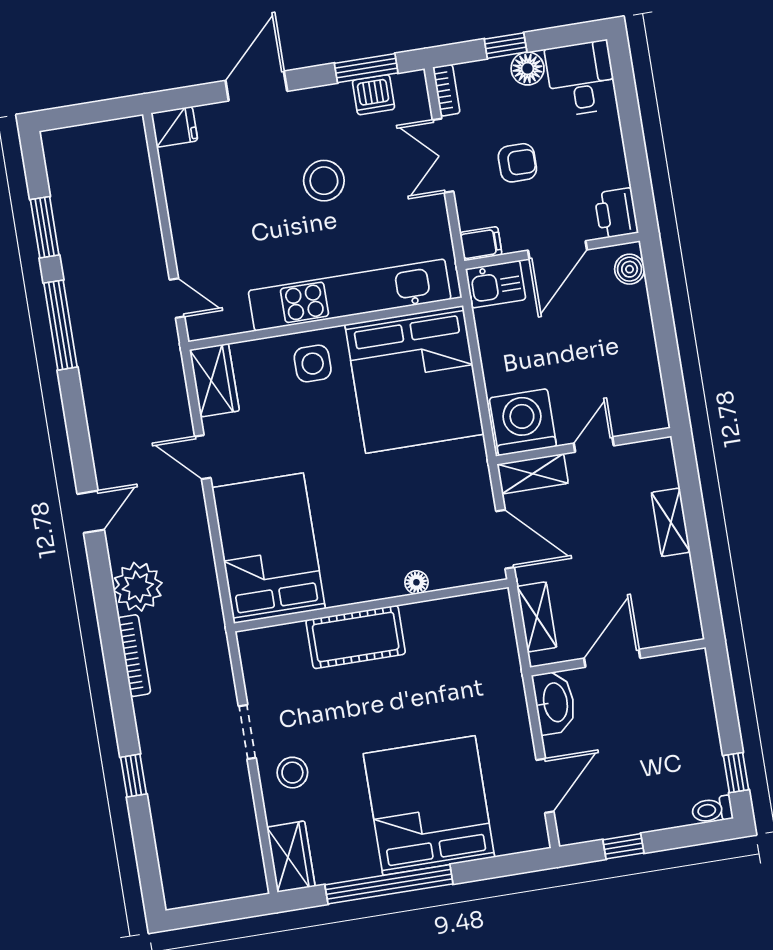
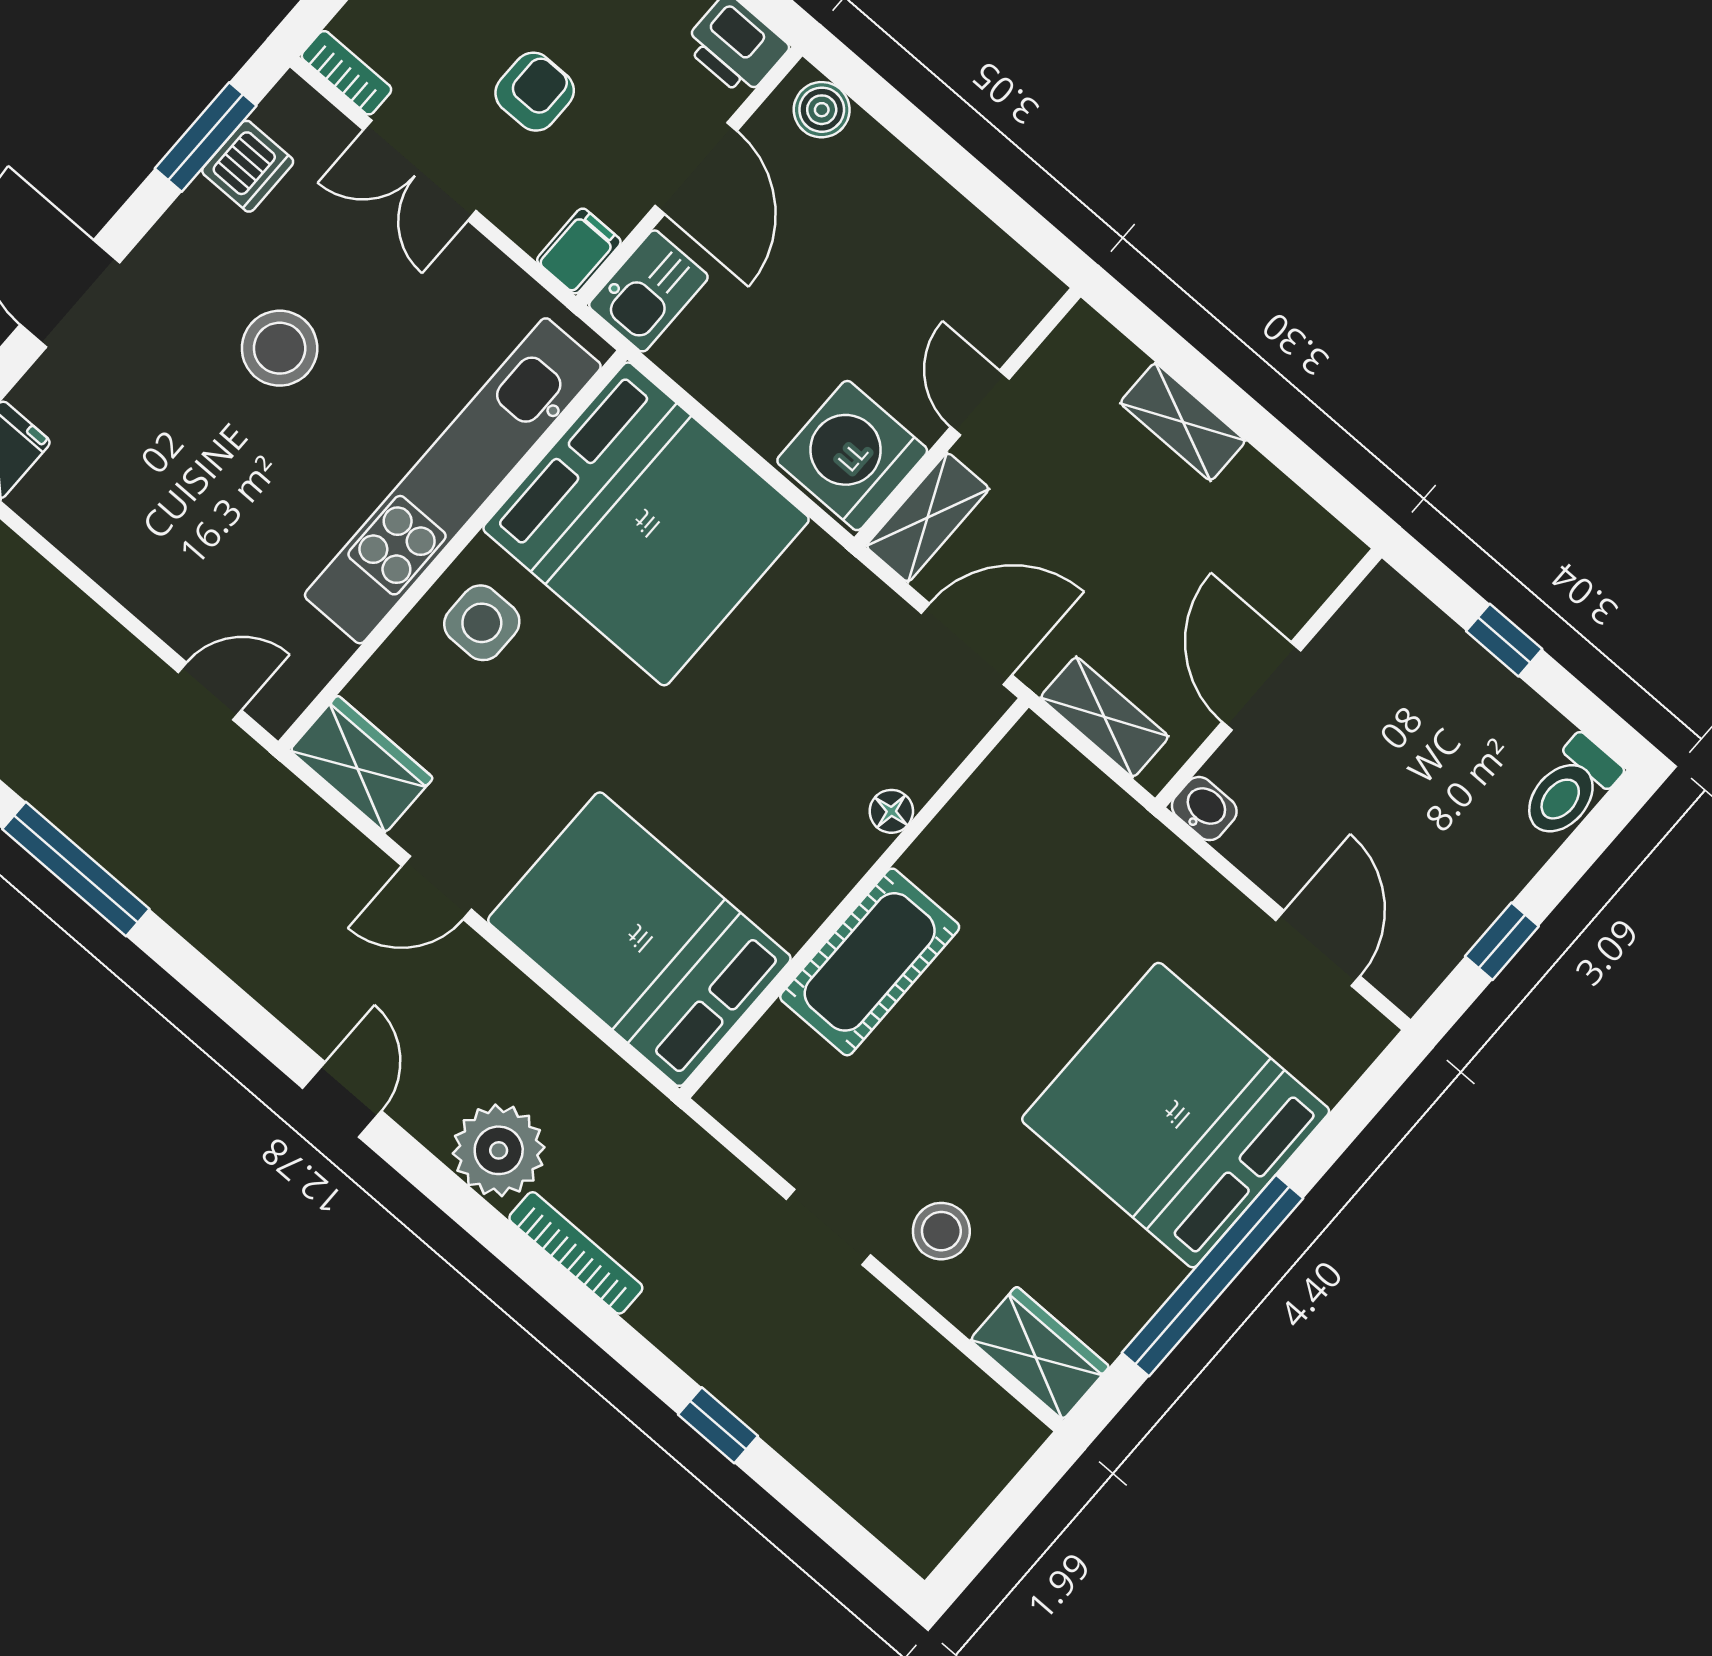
washbasin: (554, 702) -> (1204, 809), width x0.52, depth x0.69
window: (736, 773) -> (1504, 640), moved
toilet: (712, 810) -> (1570, 788), width x1.37, depth x1.39

